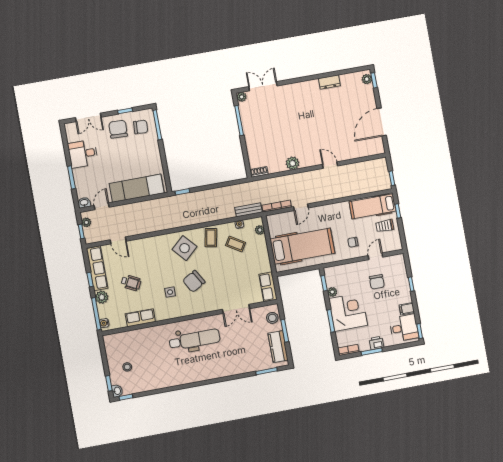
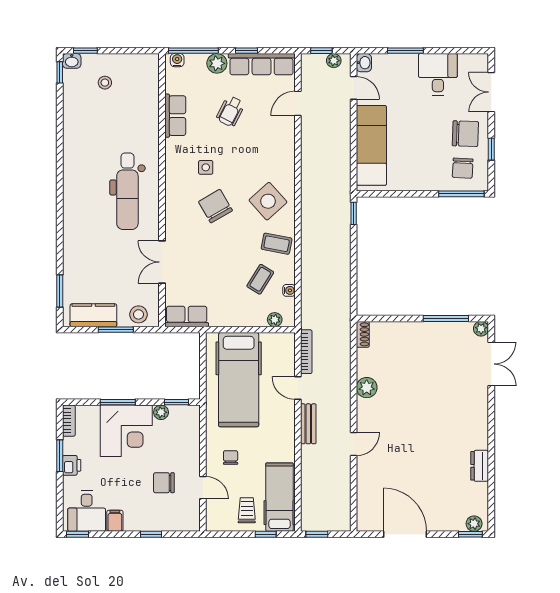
bench: (248, 210) -> (308, 424), moved

